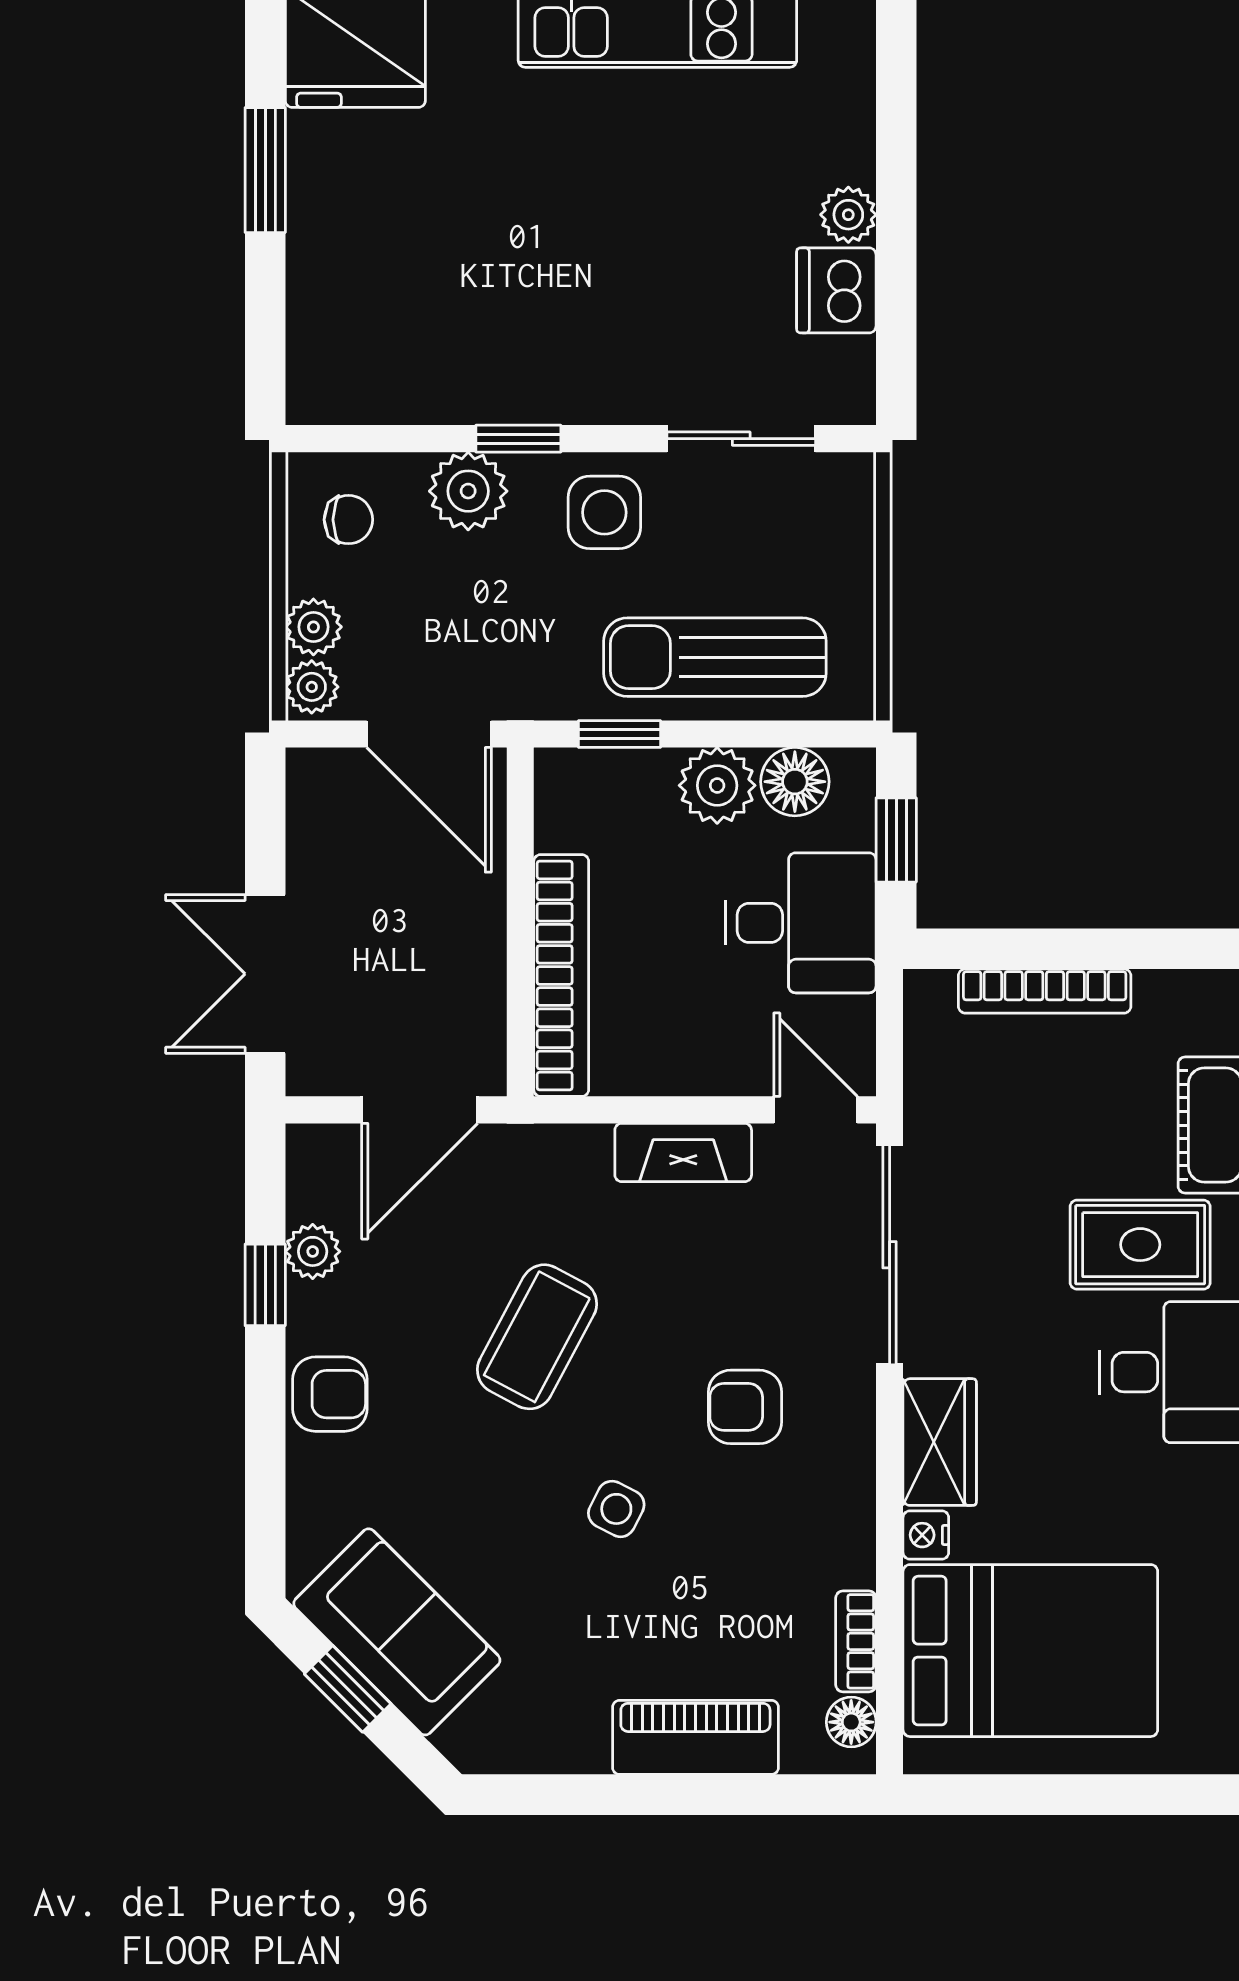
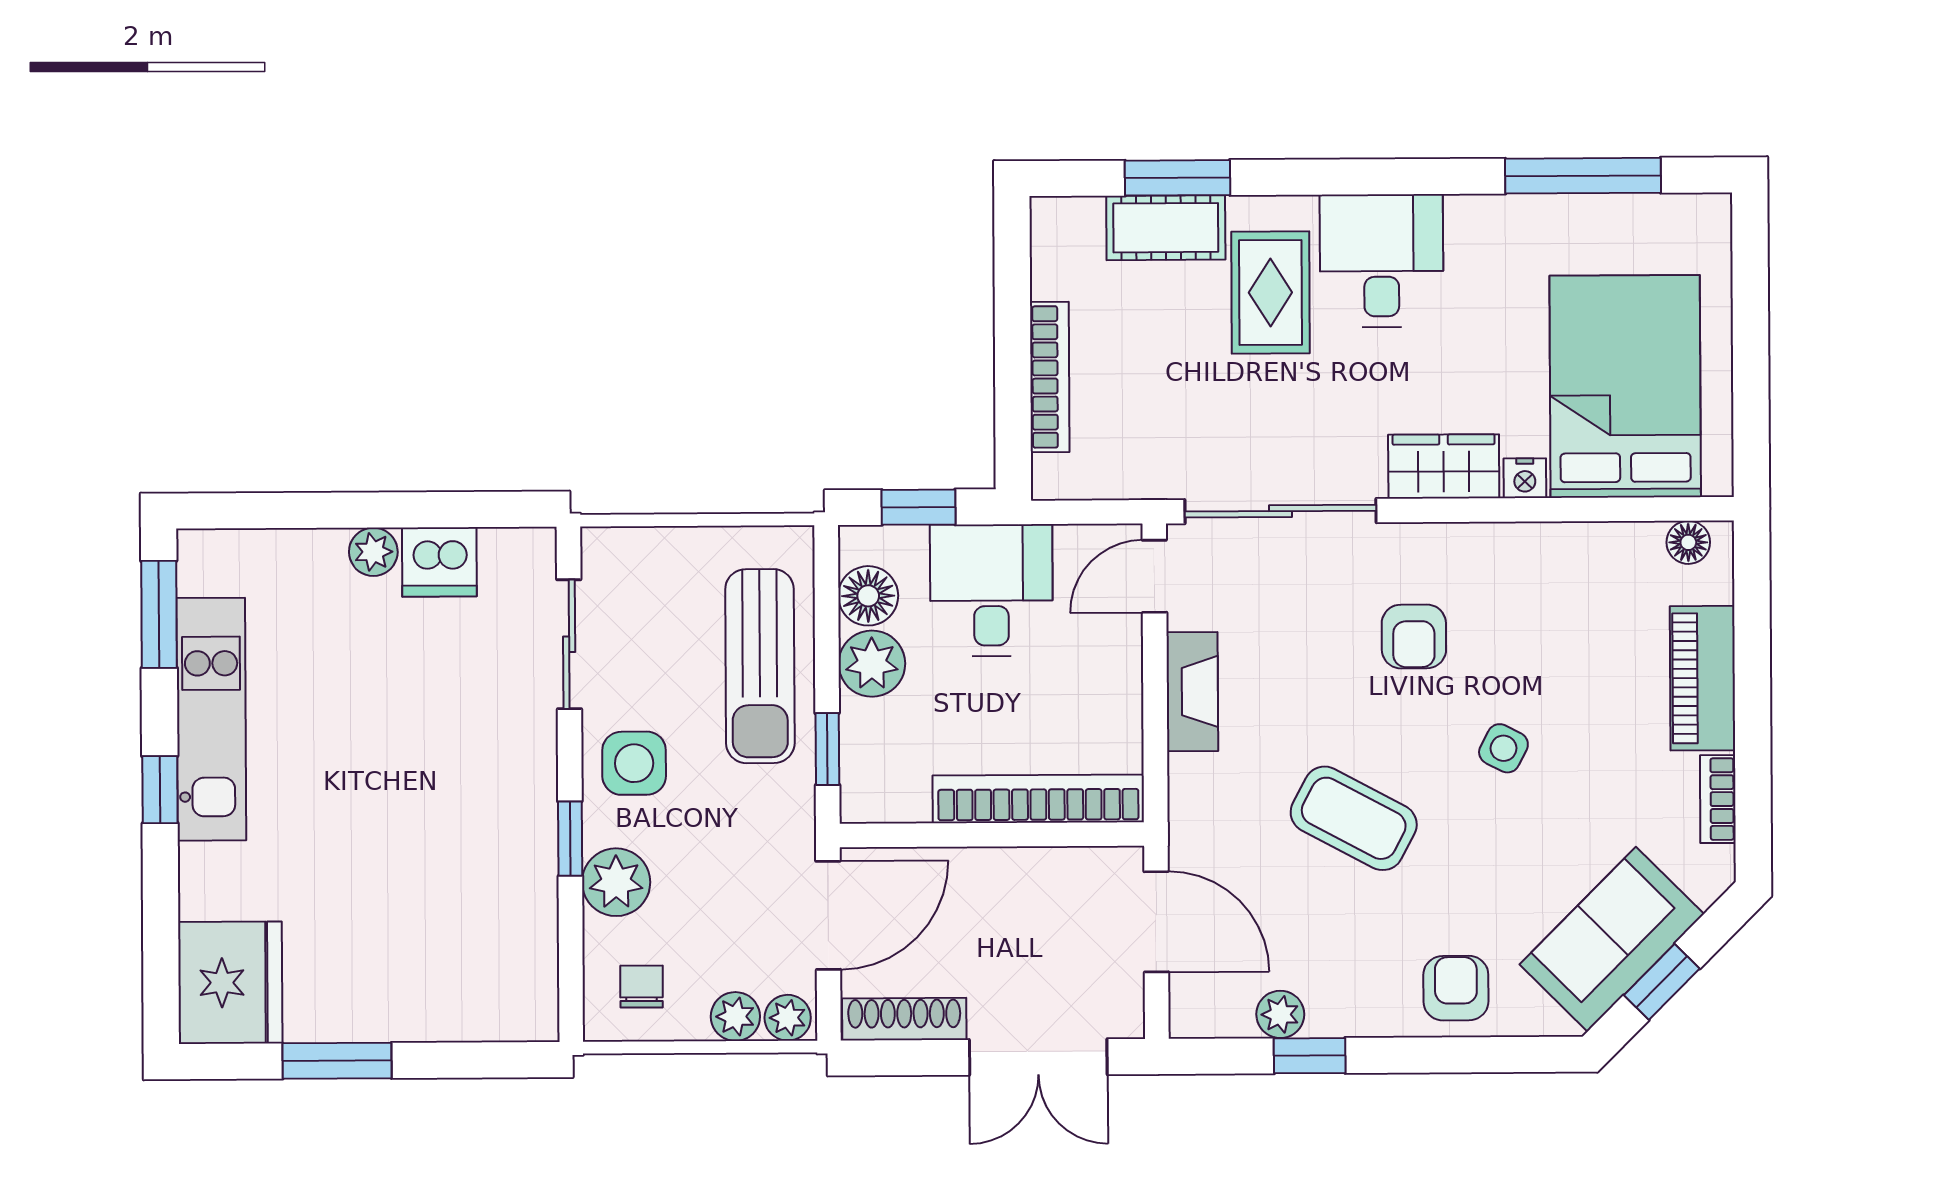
shoe rack: (310, 820) -> (904, 1019), added
armchair: (330, 1394) -> (1456, 988), moved
bookcase: (856, 1641) -> (1718, 799), moved, turned 90

